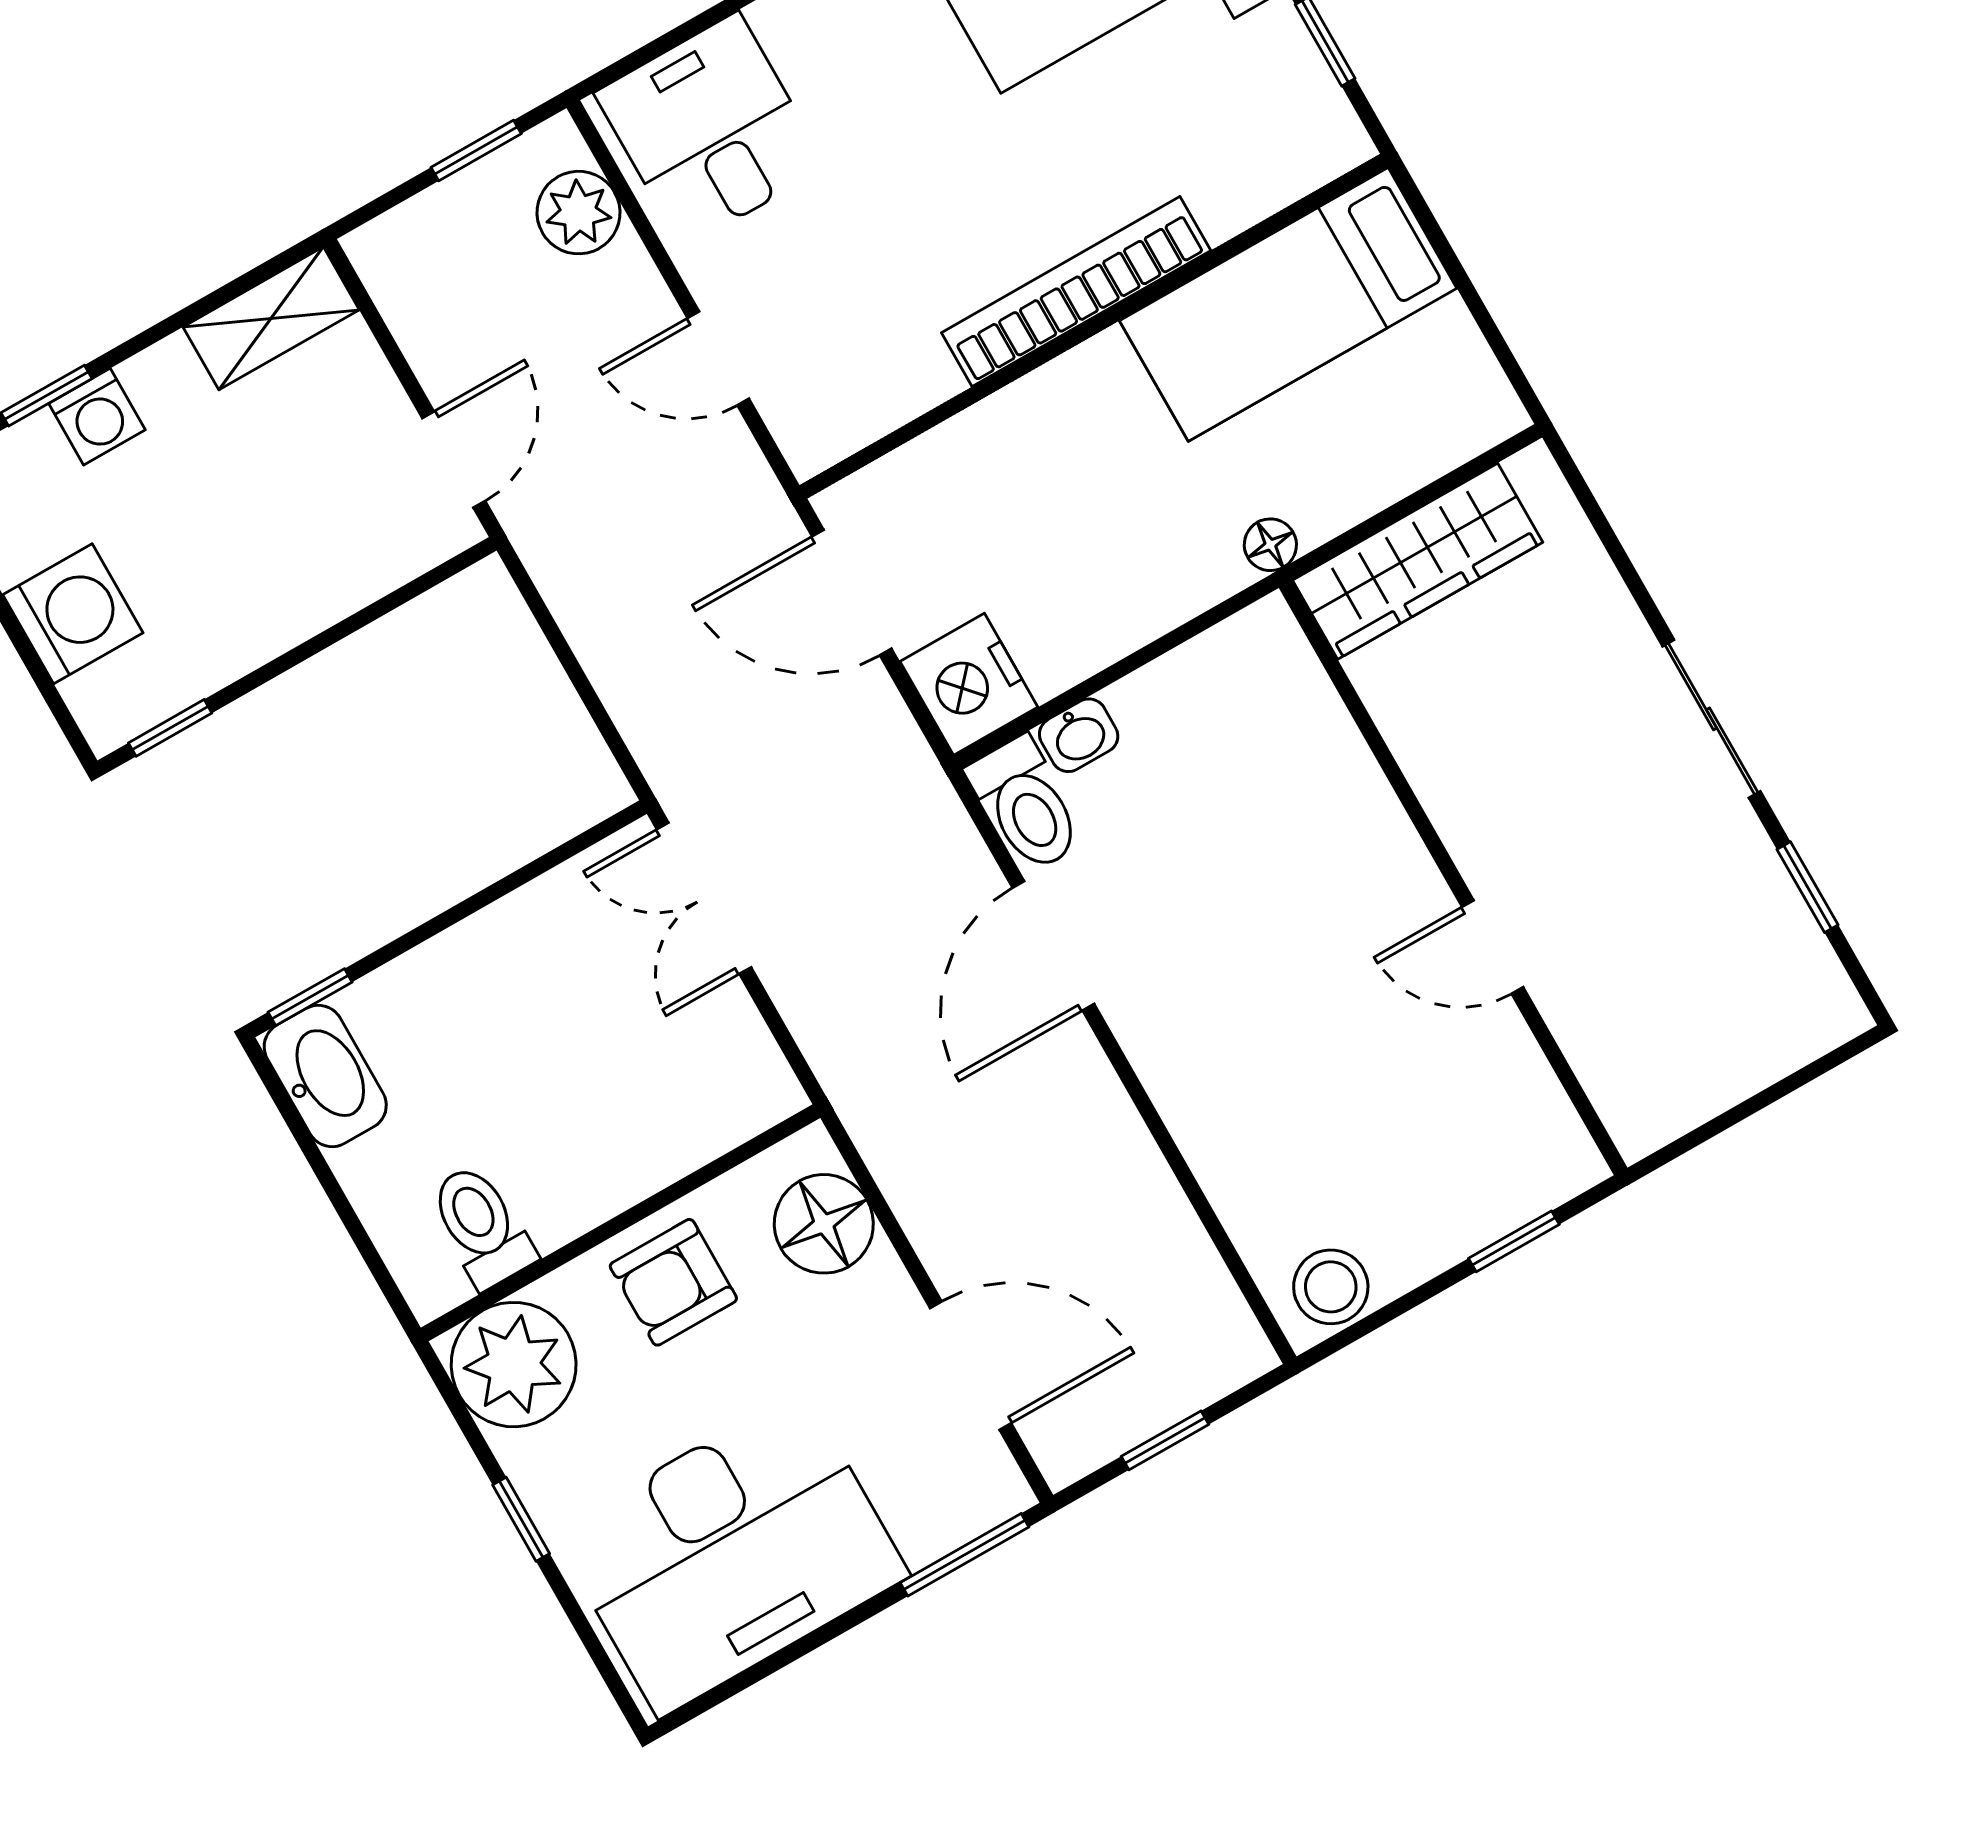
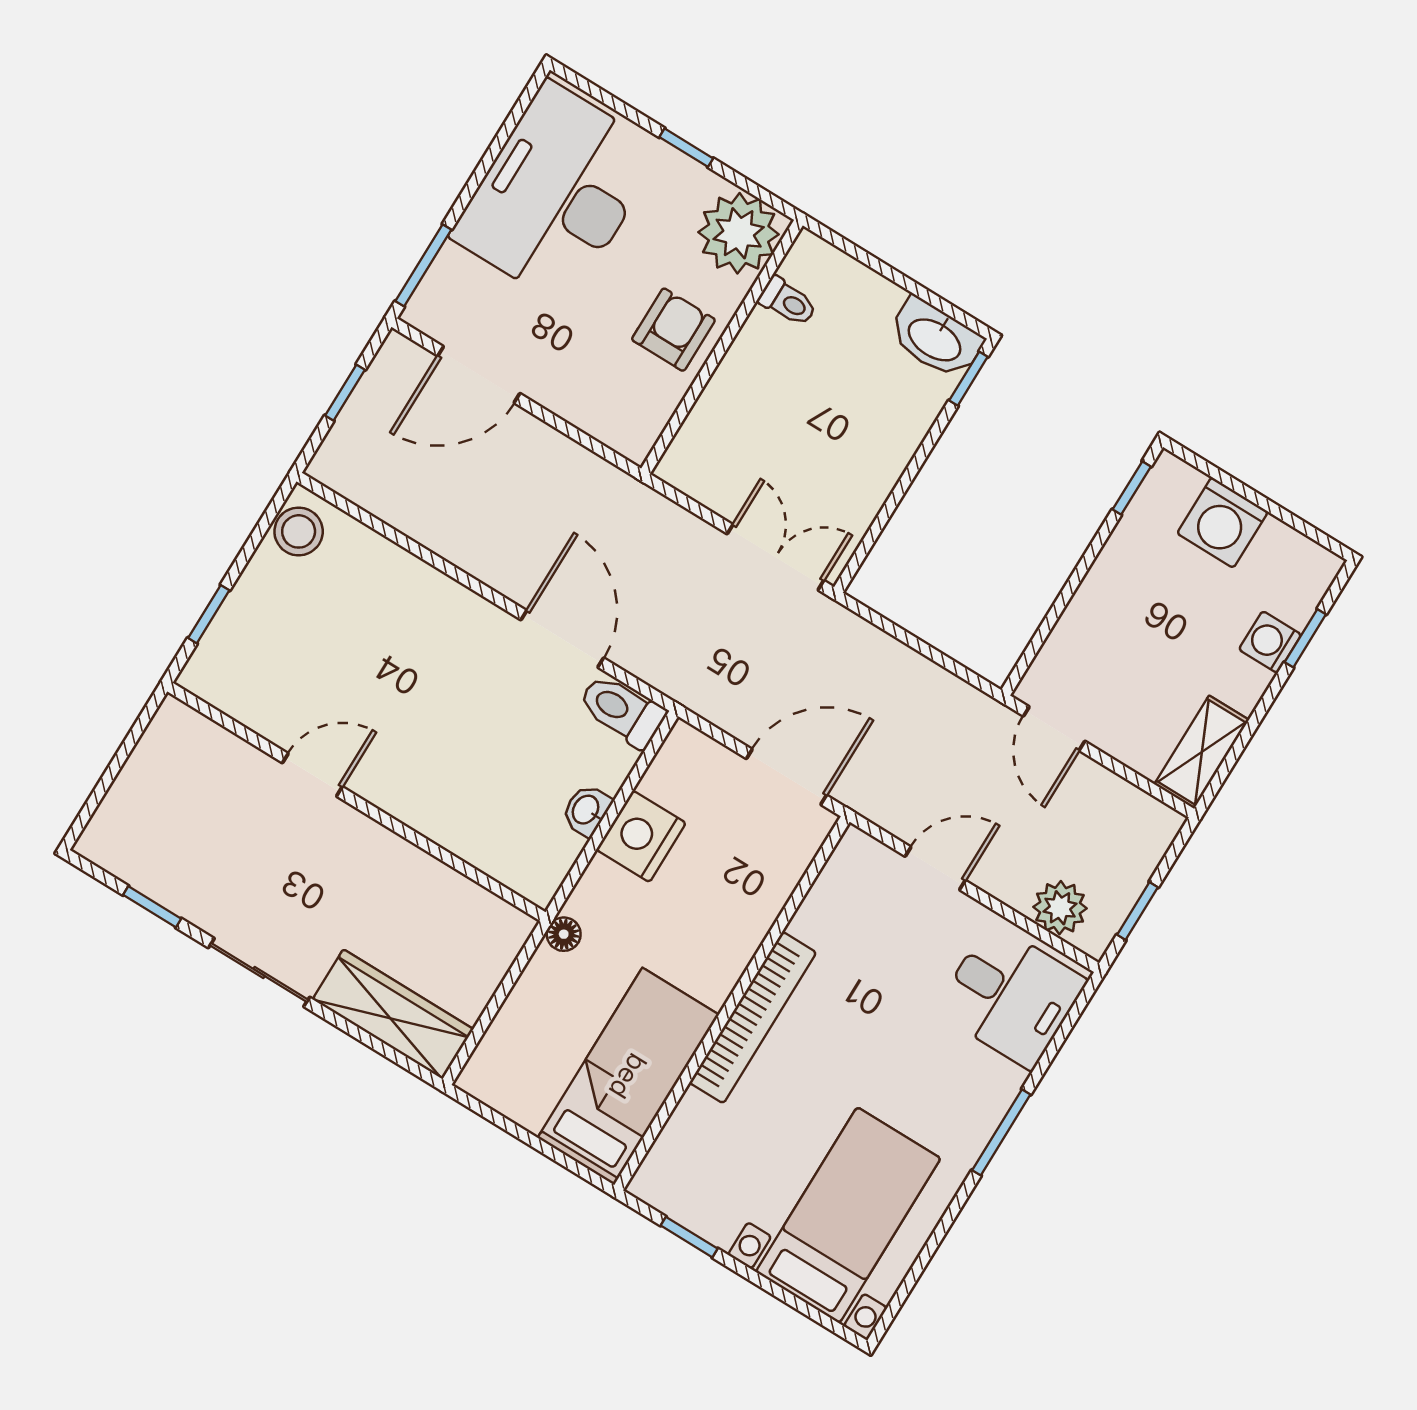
wardrobe: (1418, 561) -> (393, 1014), moved, turned 90
nightstand: (969, 684) -> (641, 836), moved, turned -90
washbasin: (1079, 735) -> (586, 810), moved
floor lamp: (824, 1224) -> (606, 410), removed
toilet: (481, 1226) -> (788, 302), width x0.73, depth x0.72

